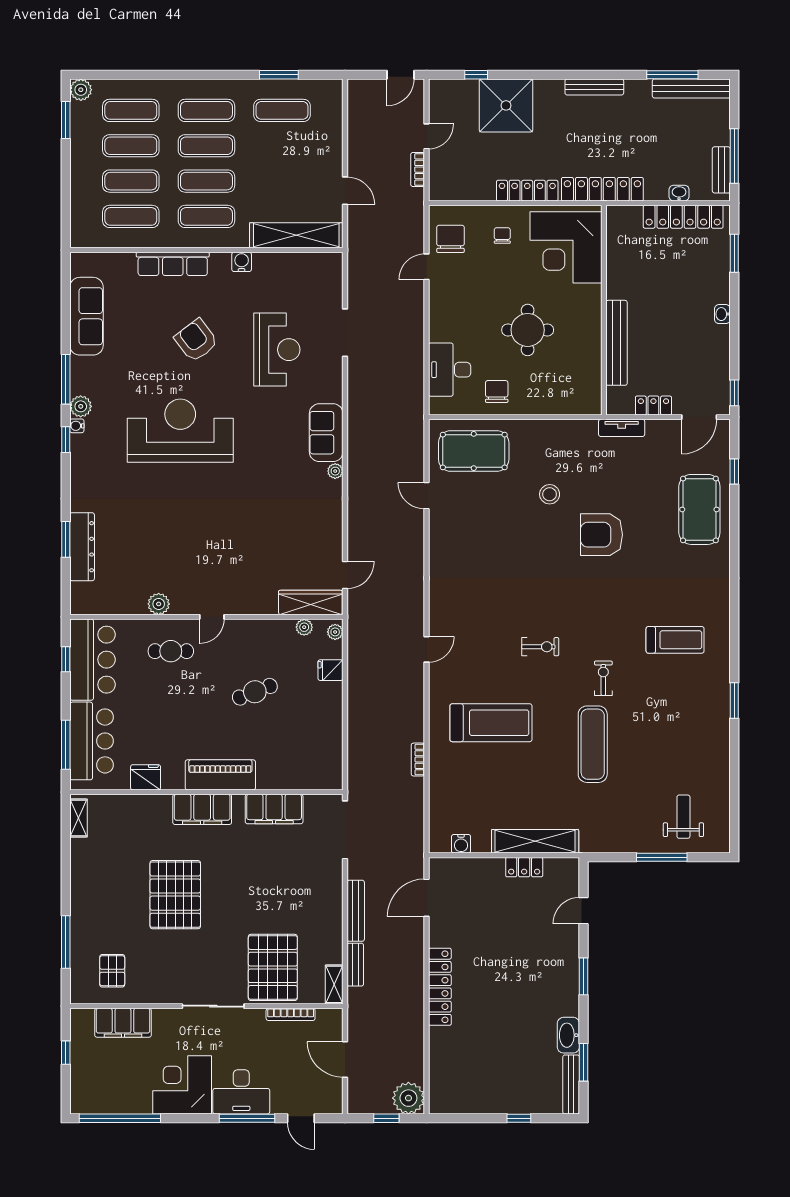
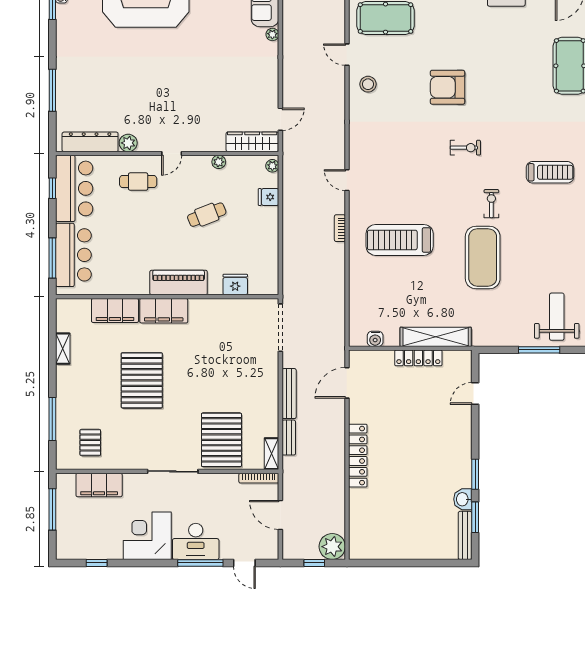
stool: (550, 494) -> (368, 84), moved
armchair: (602, 535) -> (448, 87), moved
window: (66, 539) -> (52, 90), width x1.44
dresser: (82, 547) -> (90, 142), moved, turned -90
plant: (304, 627) -> (219, 162), moved
exercise bike: (540, 647) -> (465, 148), moved
door: (427, 649) -> (347, 180), swing flipped
treadmill: (491, 723) -> (400, 240), turned 180
exercise mat: (593, 744) -> (483, 257), width x1.47
bookcase: (418, 760) -> (340, 228), moved
fridge: (146, 777) -> (235, 285), moved
filing cabinet: (274, 809) -> (115, 310), moved
weight bench: (683, 817) -> (557, 317), width x1.36, depth x1.33
shelving: (79, 818) -> (63, 349), moved
locker: (524, 867) -> (418, 358), width x1.53
window: (583, 976) -> (475, 474), moved
bookcase: (291, 1014) -> (259, 478), moved
washbasin: (568, 1035) -> (463, 499), width x0.72
window: (66, 1053) -> (52, 509), width x2.17
window: (120, 1118) -> (97, 563), width x0.32
window: (519, 1118) -> (422, 563), removed

